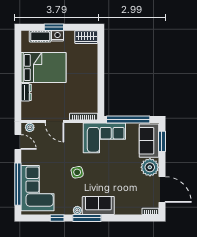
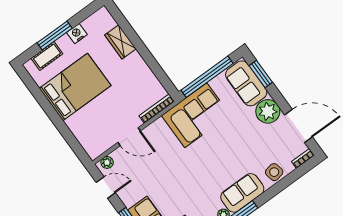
window: (54, 27) -> (55, 35), width x1.44
nightstand: (57, 36) -> (77, 34), moved
wardrobe: (86, 37) -> (120, 42), moved, turned 90
dresser: (26, 92) -> (76, 127), removed
side table: (77, 172) -> (274, 172), moved

